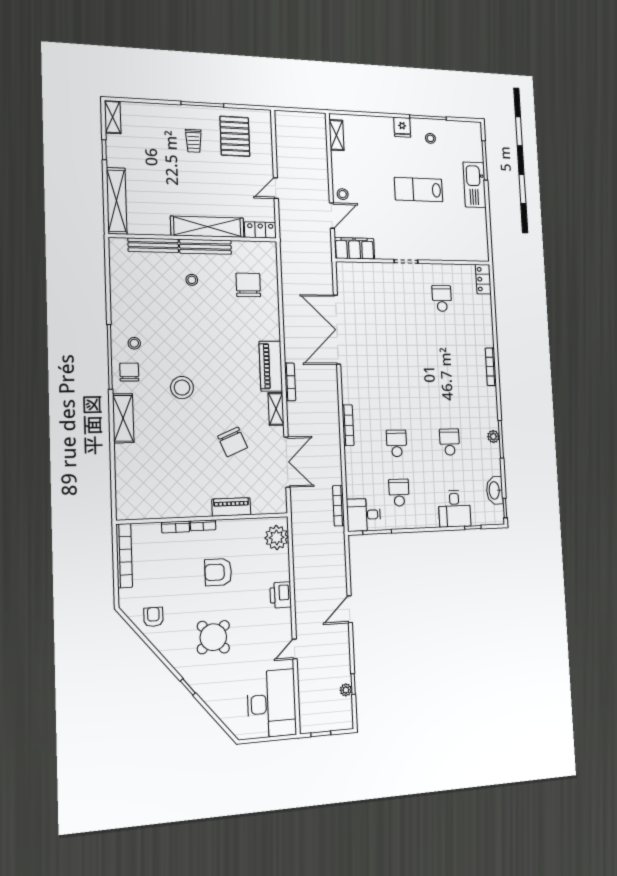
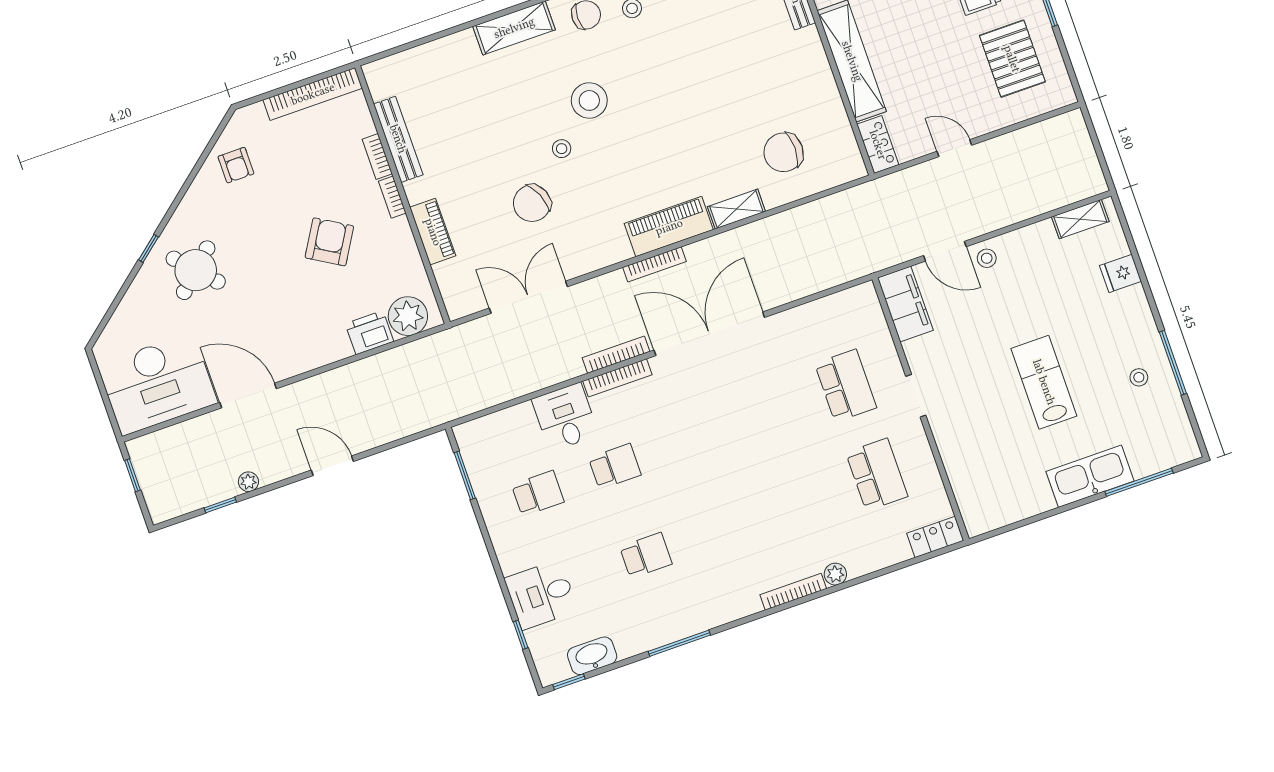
fridge: (402, 127) -> (1121, 273), moved
pallet: (235, 136) -> (1012, 59), turned 90
bench: (205, 247) -> (398, 139), moved
stool: (192, 280) -> (562, 149), moved
chair: (248, 285) -> (784, 152), turned 180
school desk: (389, 298) -> (846, 386), added
school desk: (442, 298) -> (877, 474), width x1.85
double door: (337, 330) -> (709, 334), moved
shelving: (276, 409) -> (736, 209), moved
plant: (493, 437) -> (835, 574), moved
double door: (287, 462) -> (528, 297), swing flipped
bookcase: (339, 506) -> (616, 355), moved
desk: (364, 515) -> (565, 417), moved
armchair: (218, 572) -> (329, 242), turned 31
printer: (281, 595) -> (370, 333), moved
armchair: (153, 617) -> (236, 165), turned 90
round table: (213, 637) -> (196, 270), moved
door: (295, 649) -> (248, 396), width x1.87
plant: (346, 690) -> (248, 482), moved

